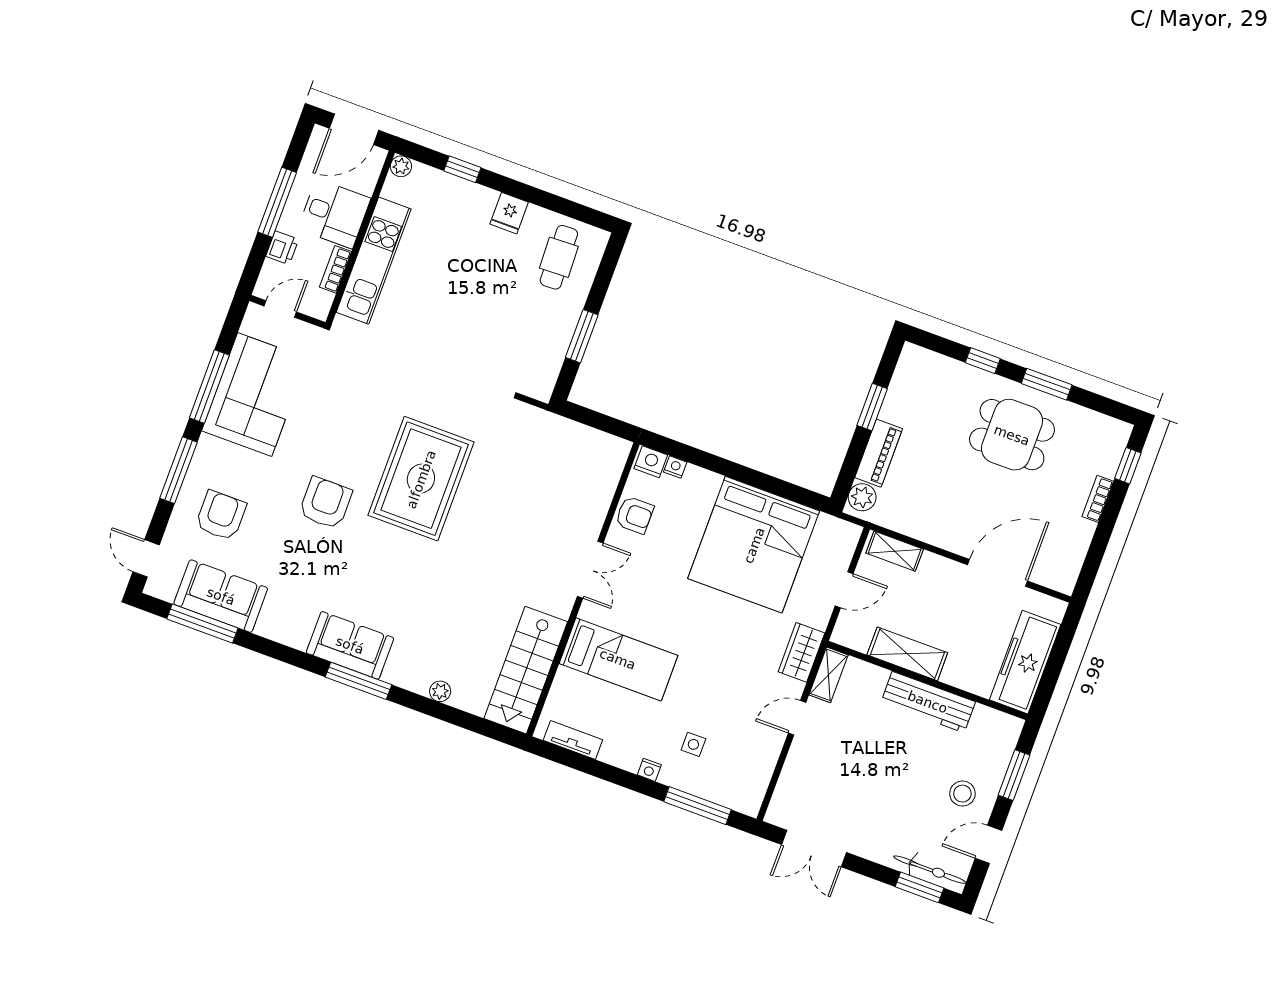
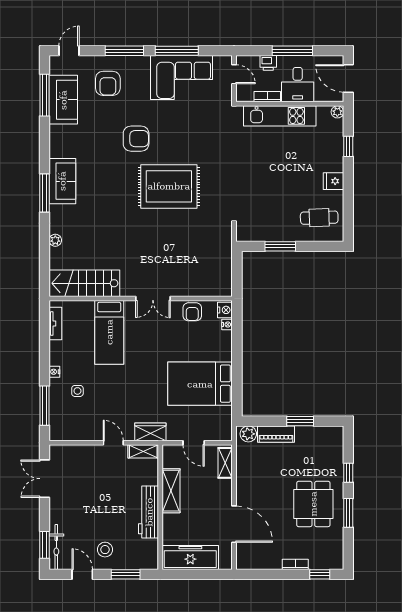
armchair: (221, 515) -> (108, 83), turned 90
bed: (754, 545) -> (200, 384), width x0.73

